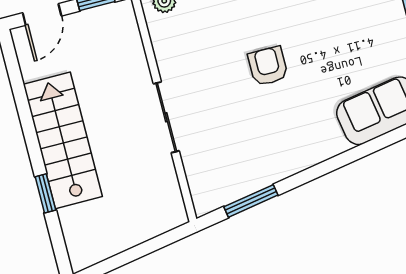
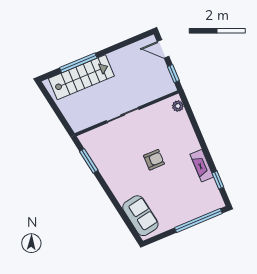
stairs: (63, 140) -> (81, 77), moved
window: (45, 193) -> (78, 63), width x2.17

